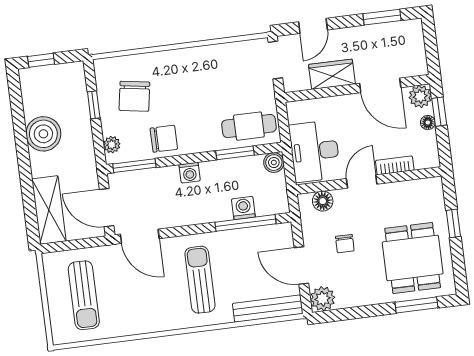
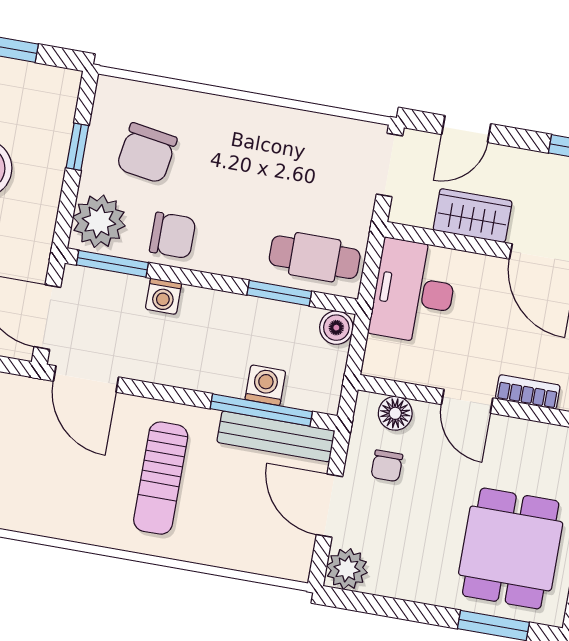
plant: (112, 145) -> (99, 221), width x1.87, depth x1.87
desk: (315, 151) -> (414, 291), moved
washing machine: (190, 173) -> (163, 296), moved
door: (362, 181) -> (467, 401), swing flipped
chair: (345, 244) -> (387, 466), moved
sun lounger: (200, 280) -> (161, 478), turned 180
bench: (268, 309) -> (276, 436), moved

